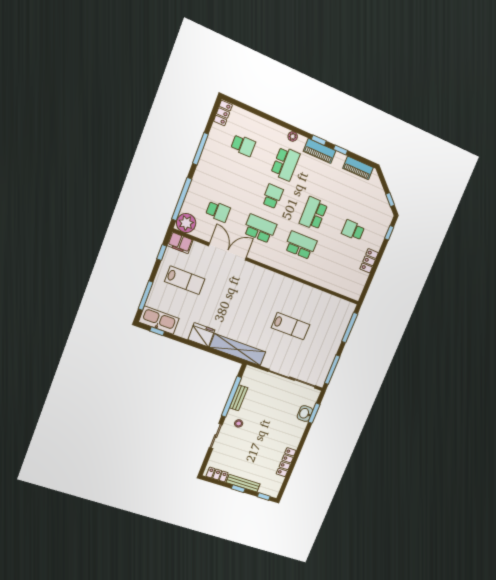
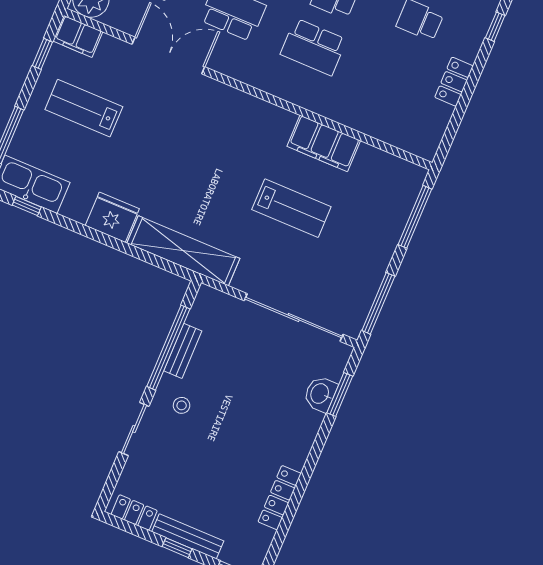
school desk: (301, 245) -> (314, 47), turned 180
lab bench: (185, 280) -> (84, 108), turned 180
filing cabinet: (306, 294) -> (324, 143), added

